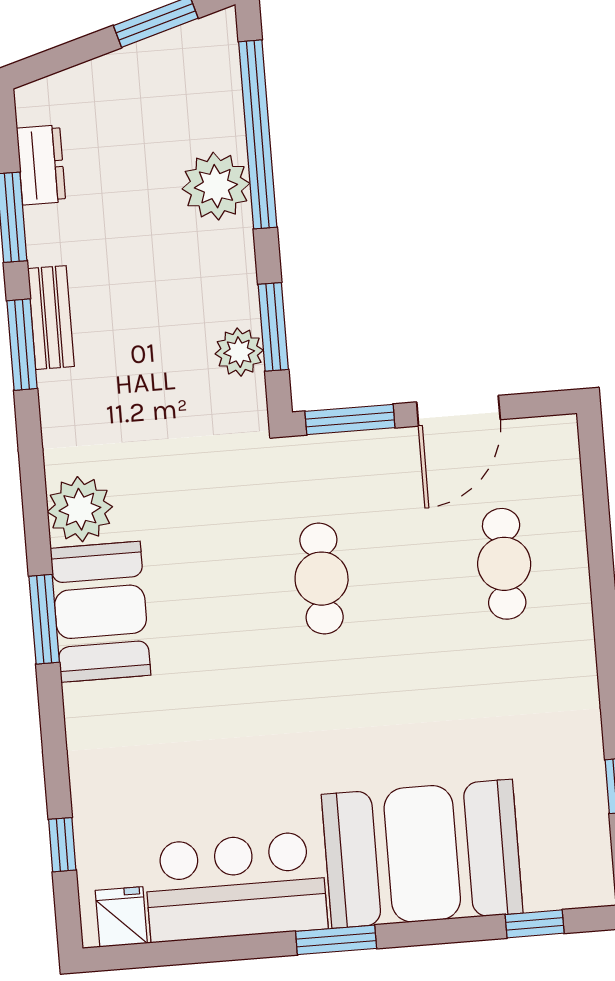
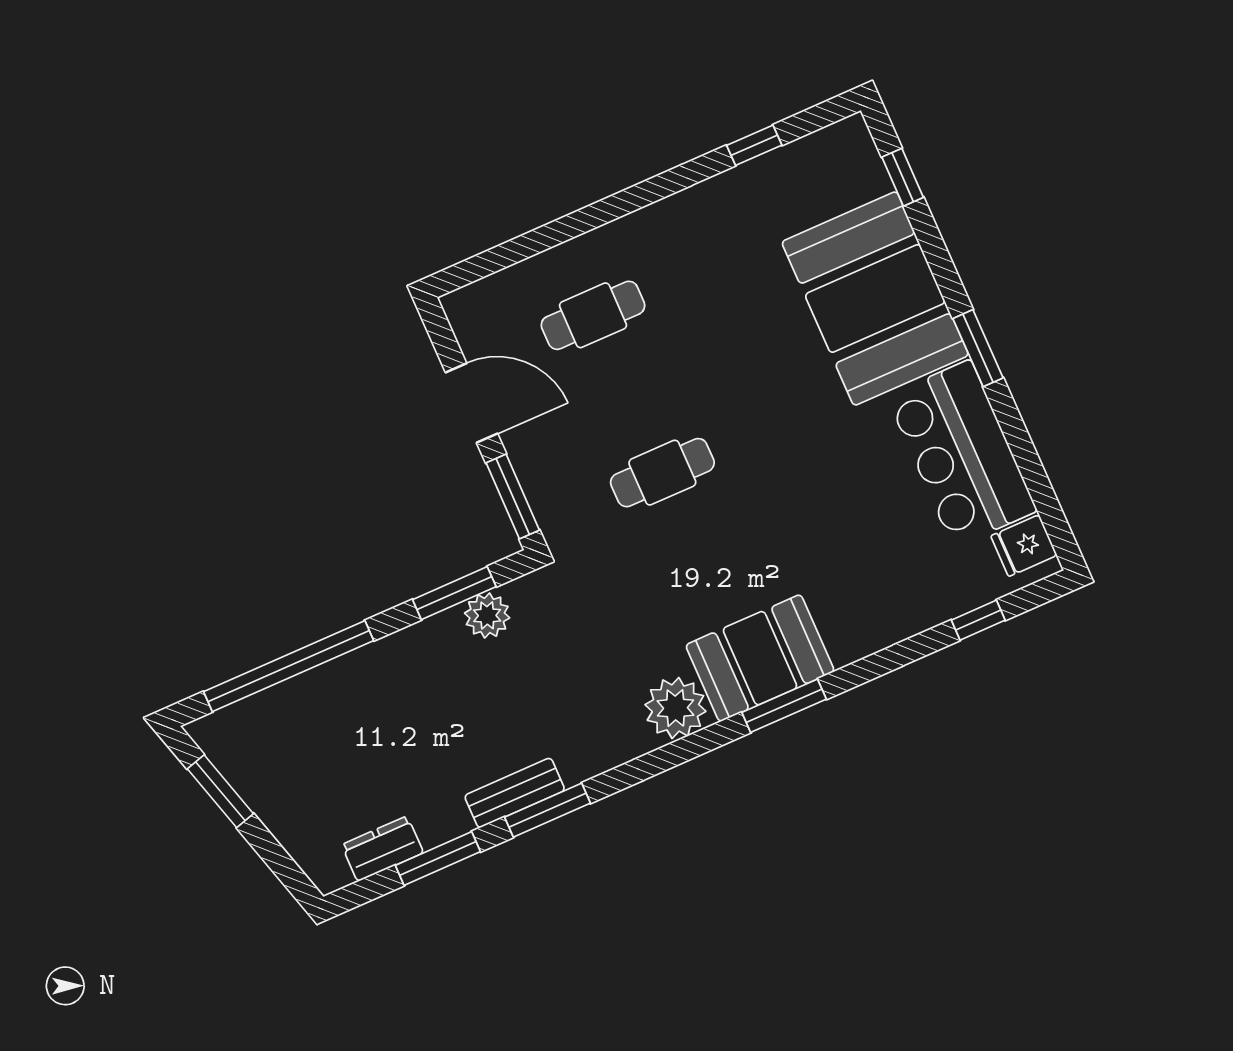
plant: (216, 186) -> (347, 687), removed

